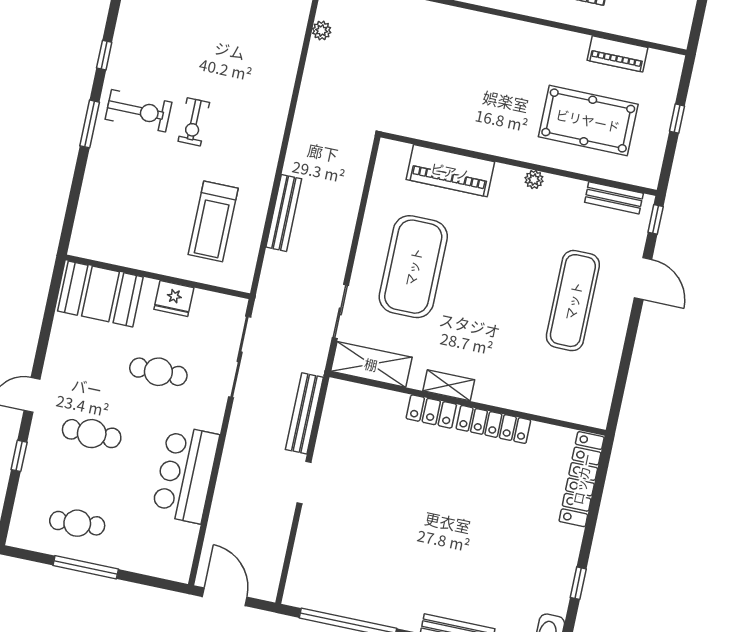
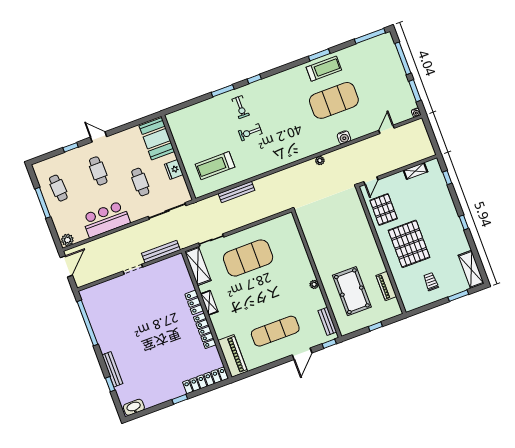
exercise bike: (138, 111) -> (241, 107), width x0.73, depth x0.72
piano: (450, 171) -> (233, 356), moved, turned 180
plant: (179, 565) -> (67, 240), added
window: (578, 583) -> (180, 399), moved

